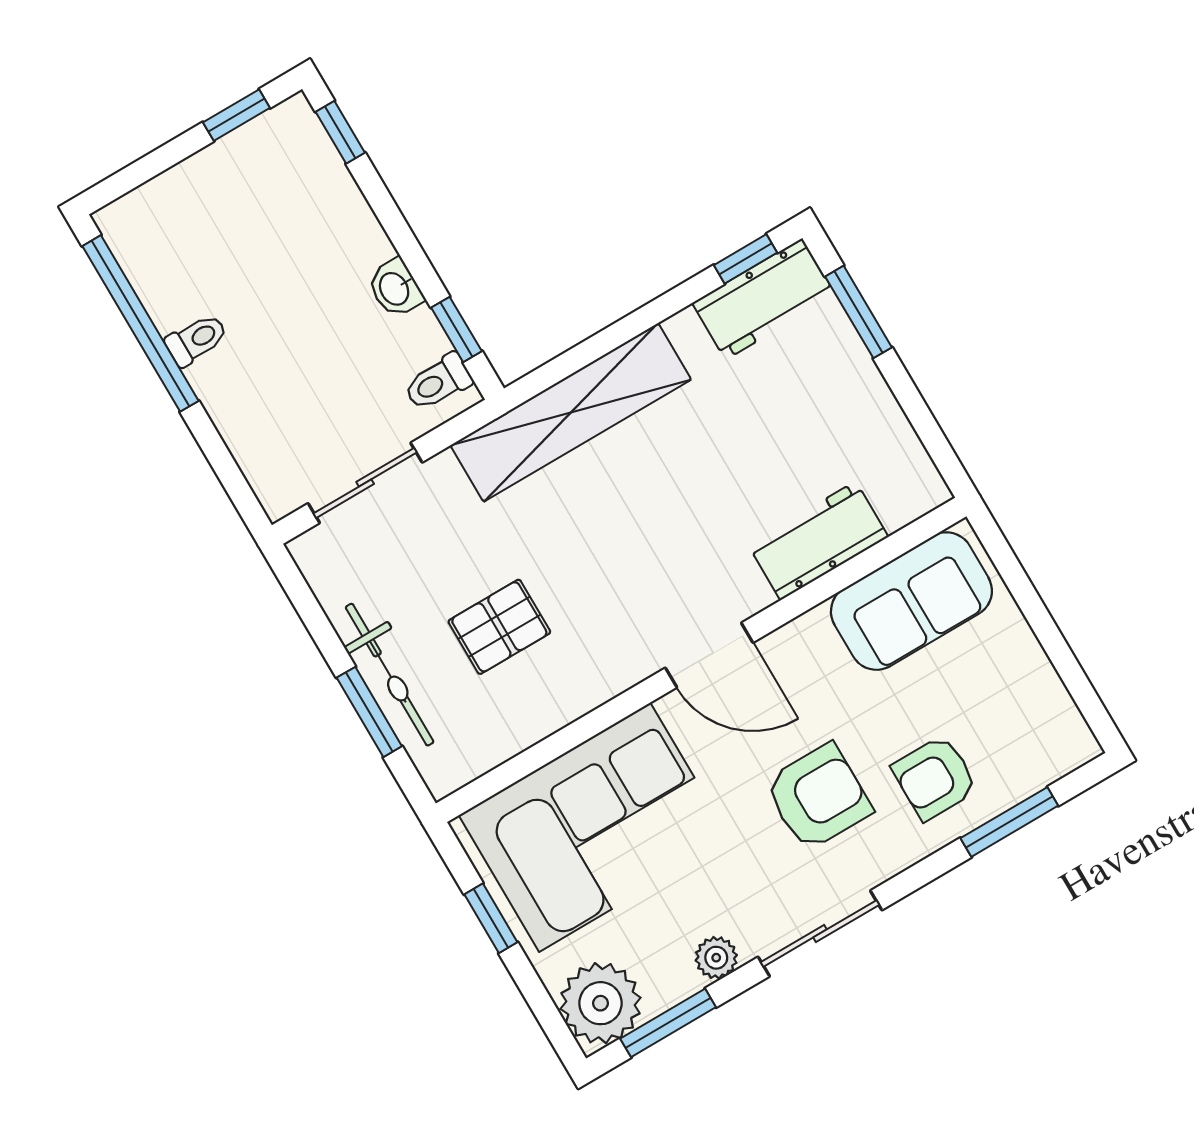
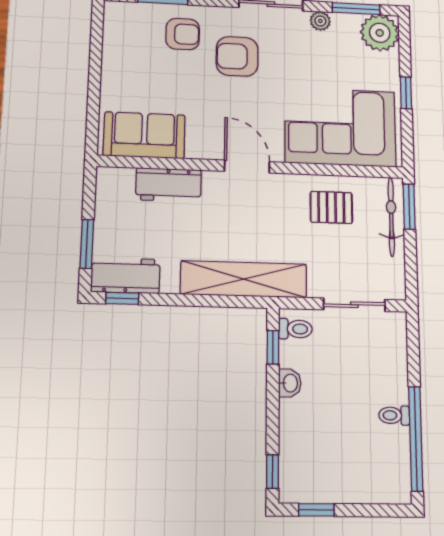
workbench: (818, 541) -> (168, 185), moved
sofa: (911, 601) -> (144, 135), moved
door: (709, 655) -> (247, 167), moved
wall: (701, 660) -> (252, 167), moved
corner sofa: (595, 827) -> (340, 127), moved

